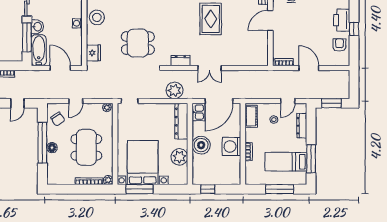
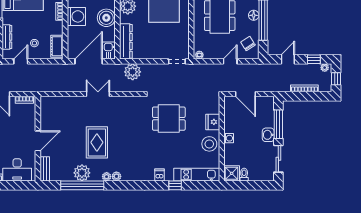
bathtub: (39, 50) -> (267, 112), removed
fridge: (93, 53) -> (213, 122), moved
dresser: (180, 61) -> (127, 101), removed

